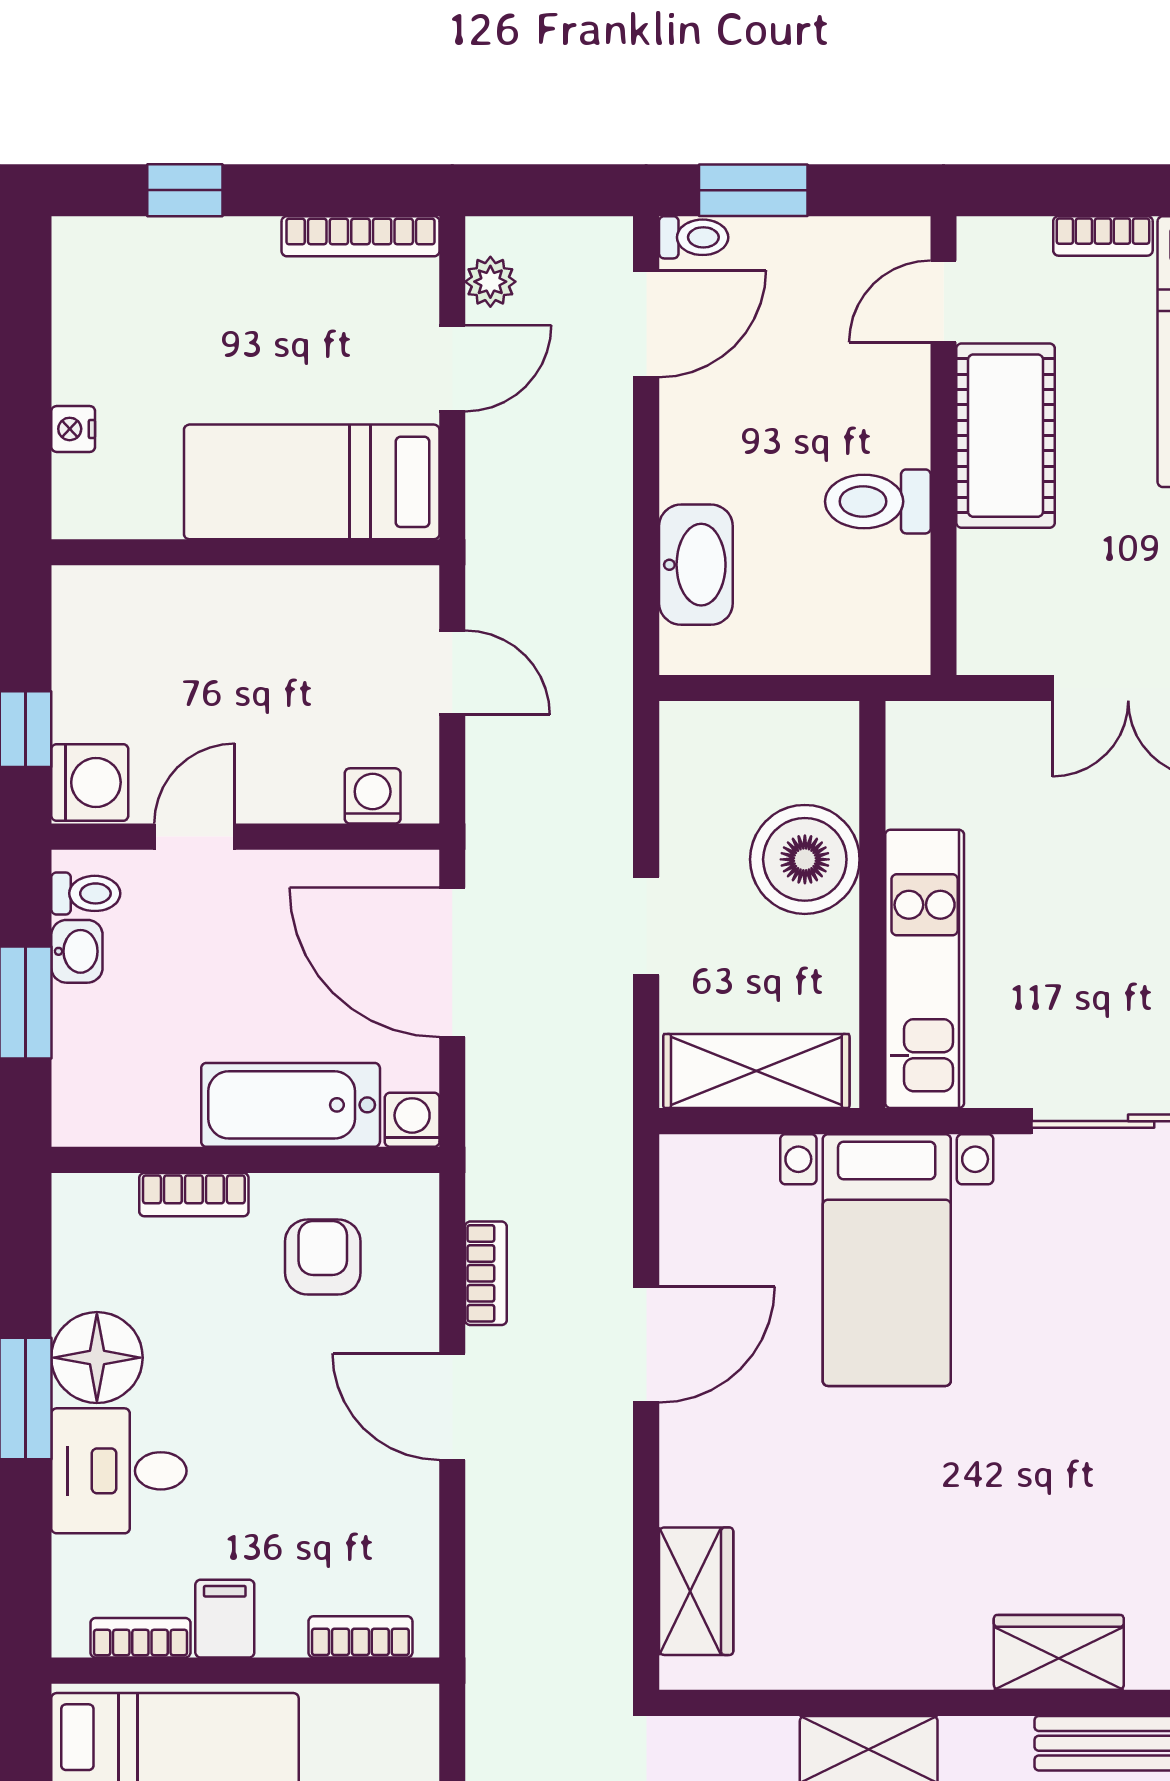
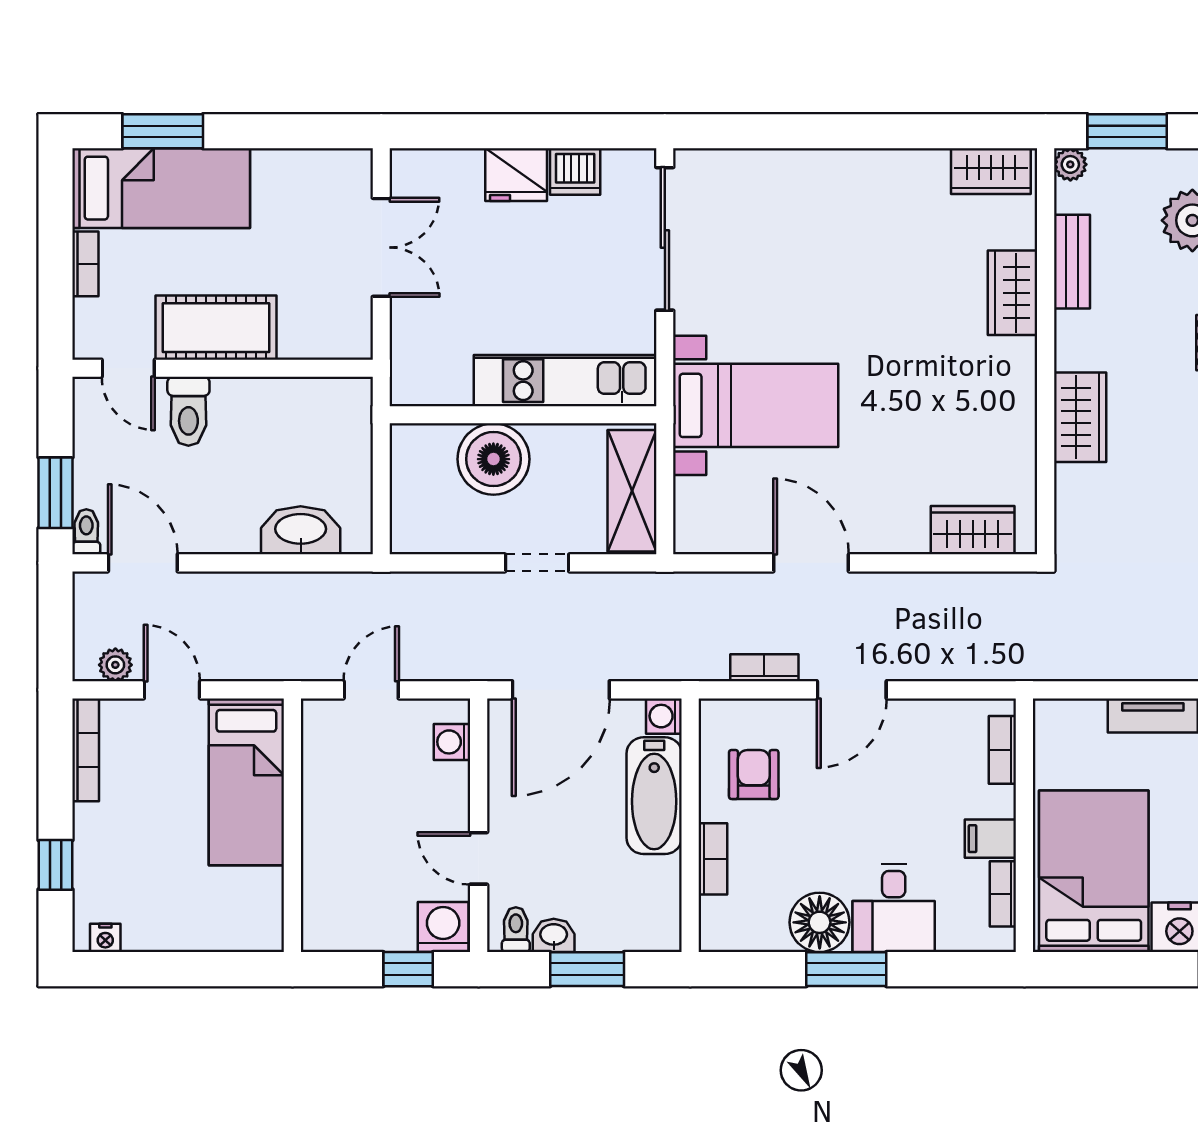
nightstand: (73, 429) -> (105, 938), moved
toilet: (878, 501) -> (188, 411), moved
armchair: (323, 1257) -> (754, 775), turned 90

